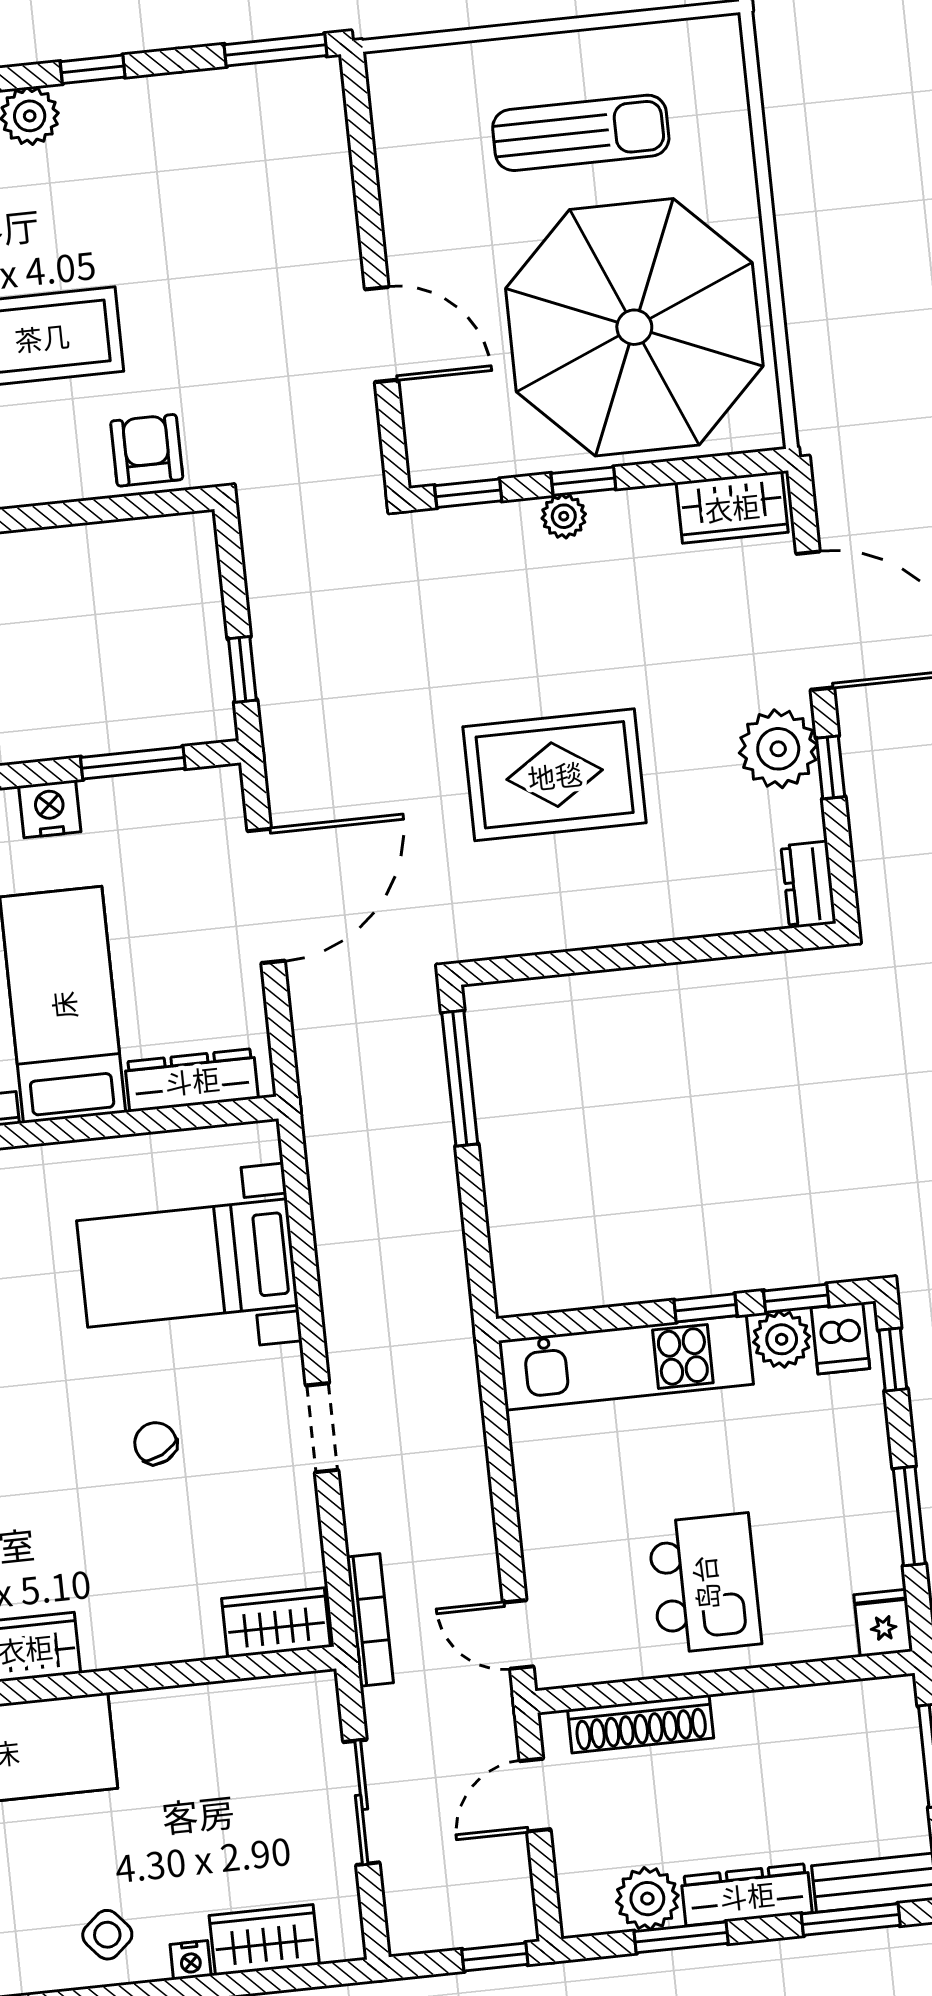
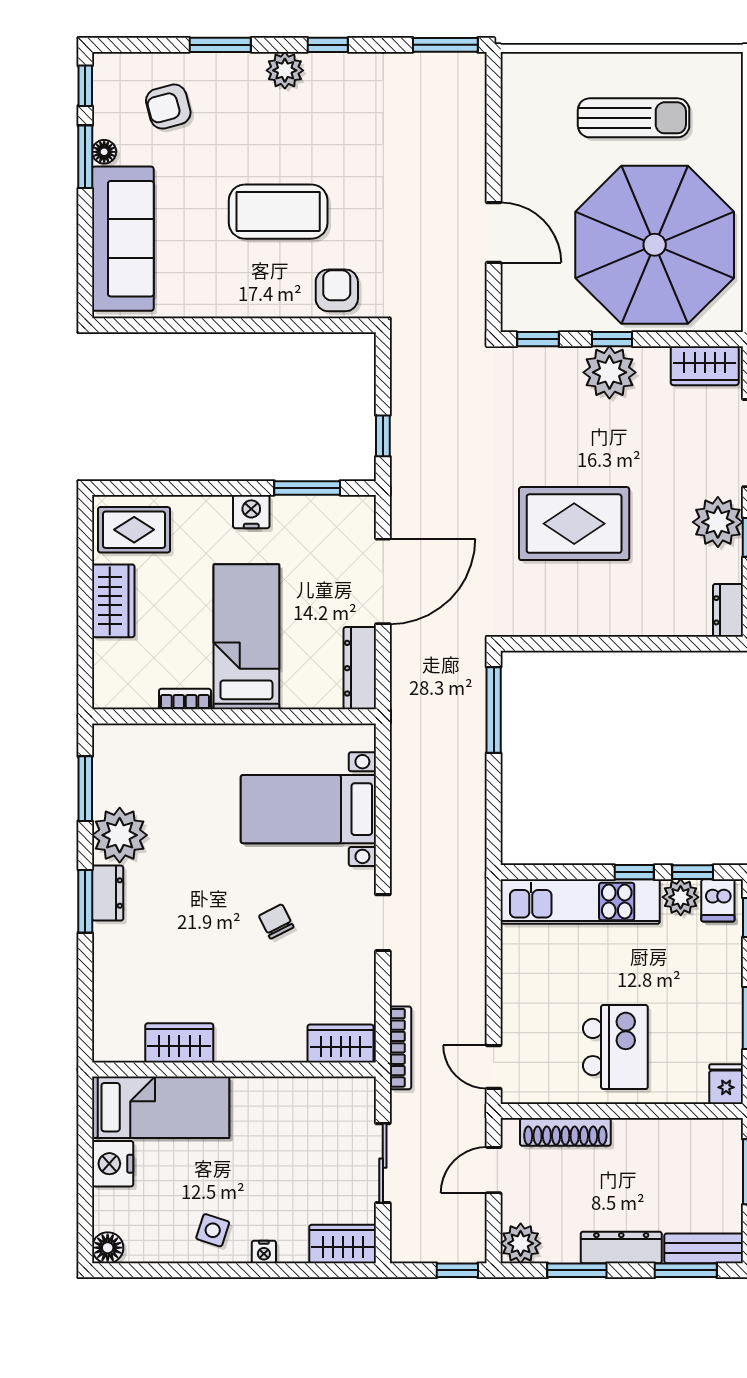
plant: (564, 516) -> (609, 372), width x1.88, depth x1.88
dresser: (192, 1080) -> (360, 668), moved, turned -90
plant: (647, 1899) -> (521, 1243), moved
side table: (107, 1935) -> (213, 1230), turned -31
wardrobe: (264, 1940) -> (343, 1244), moved

